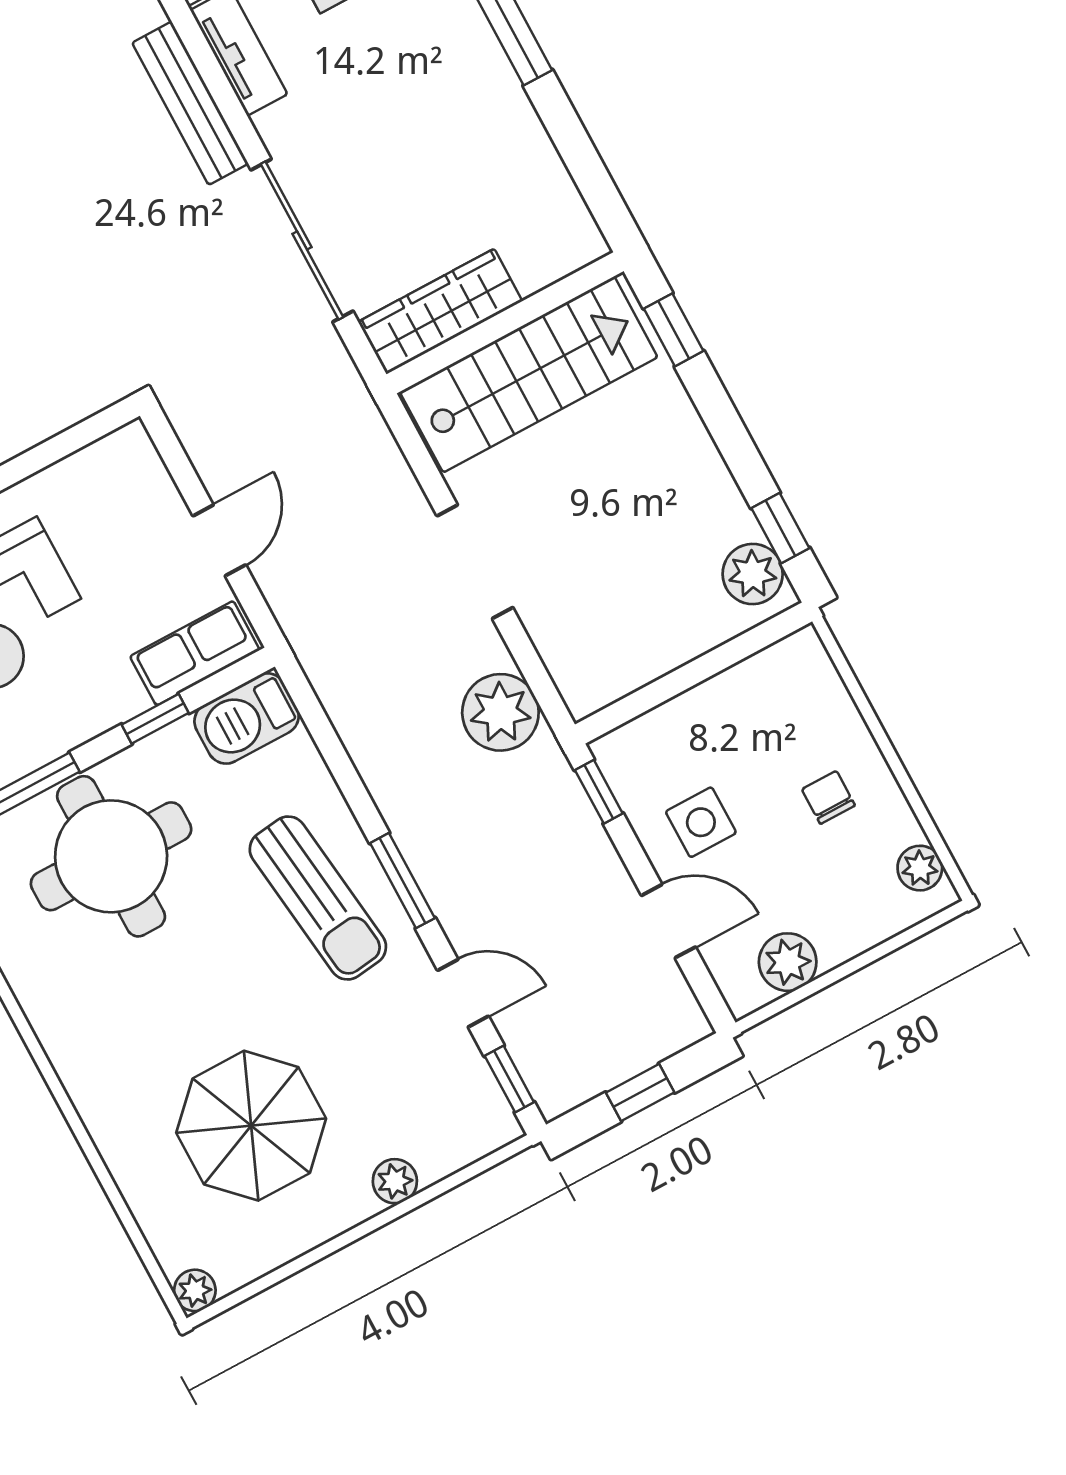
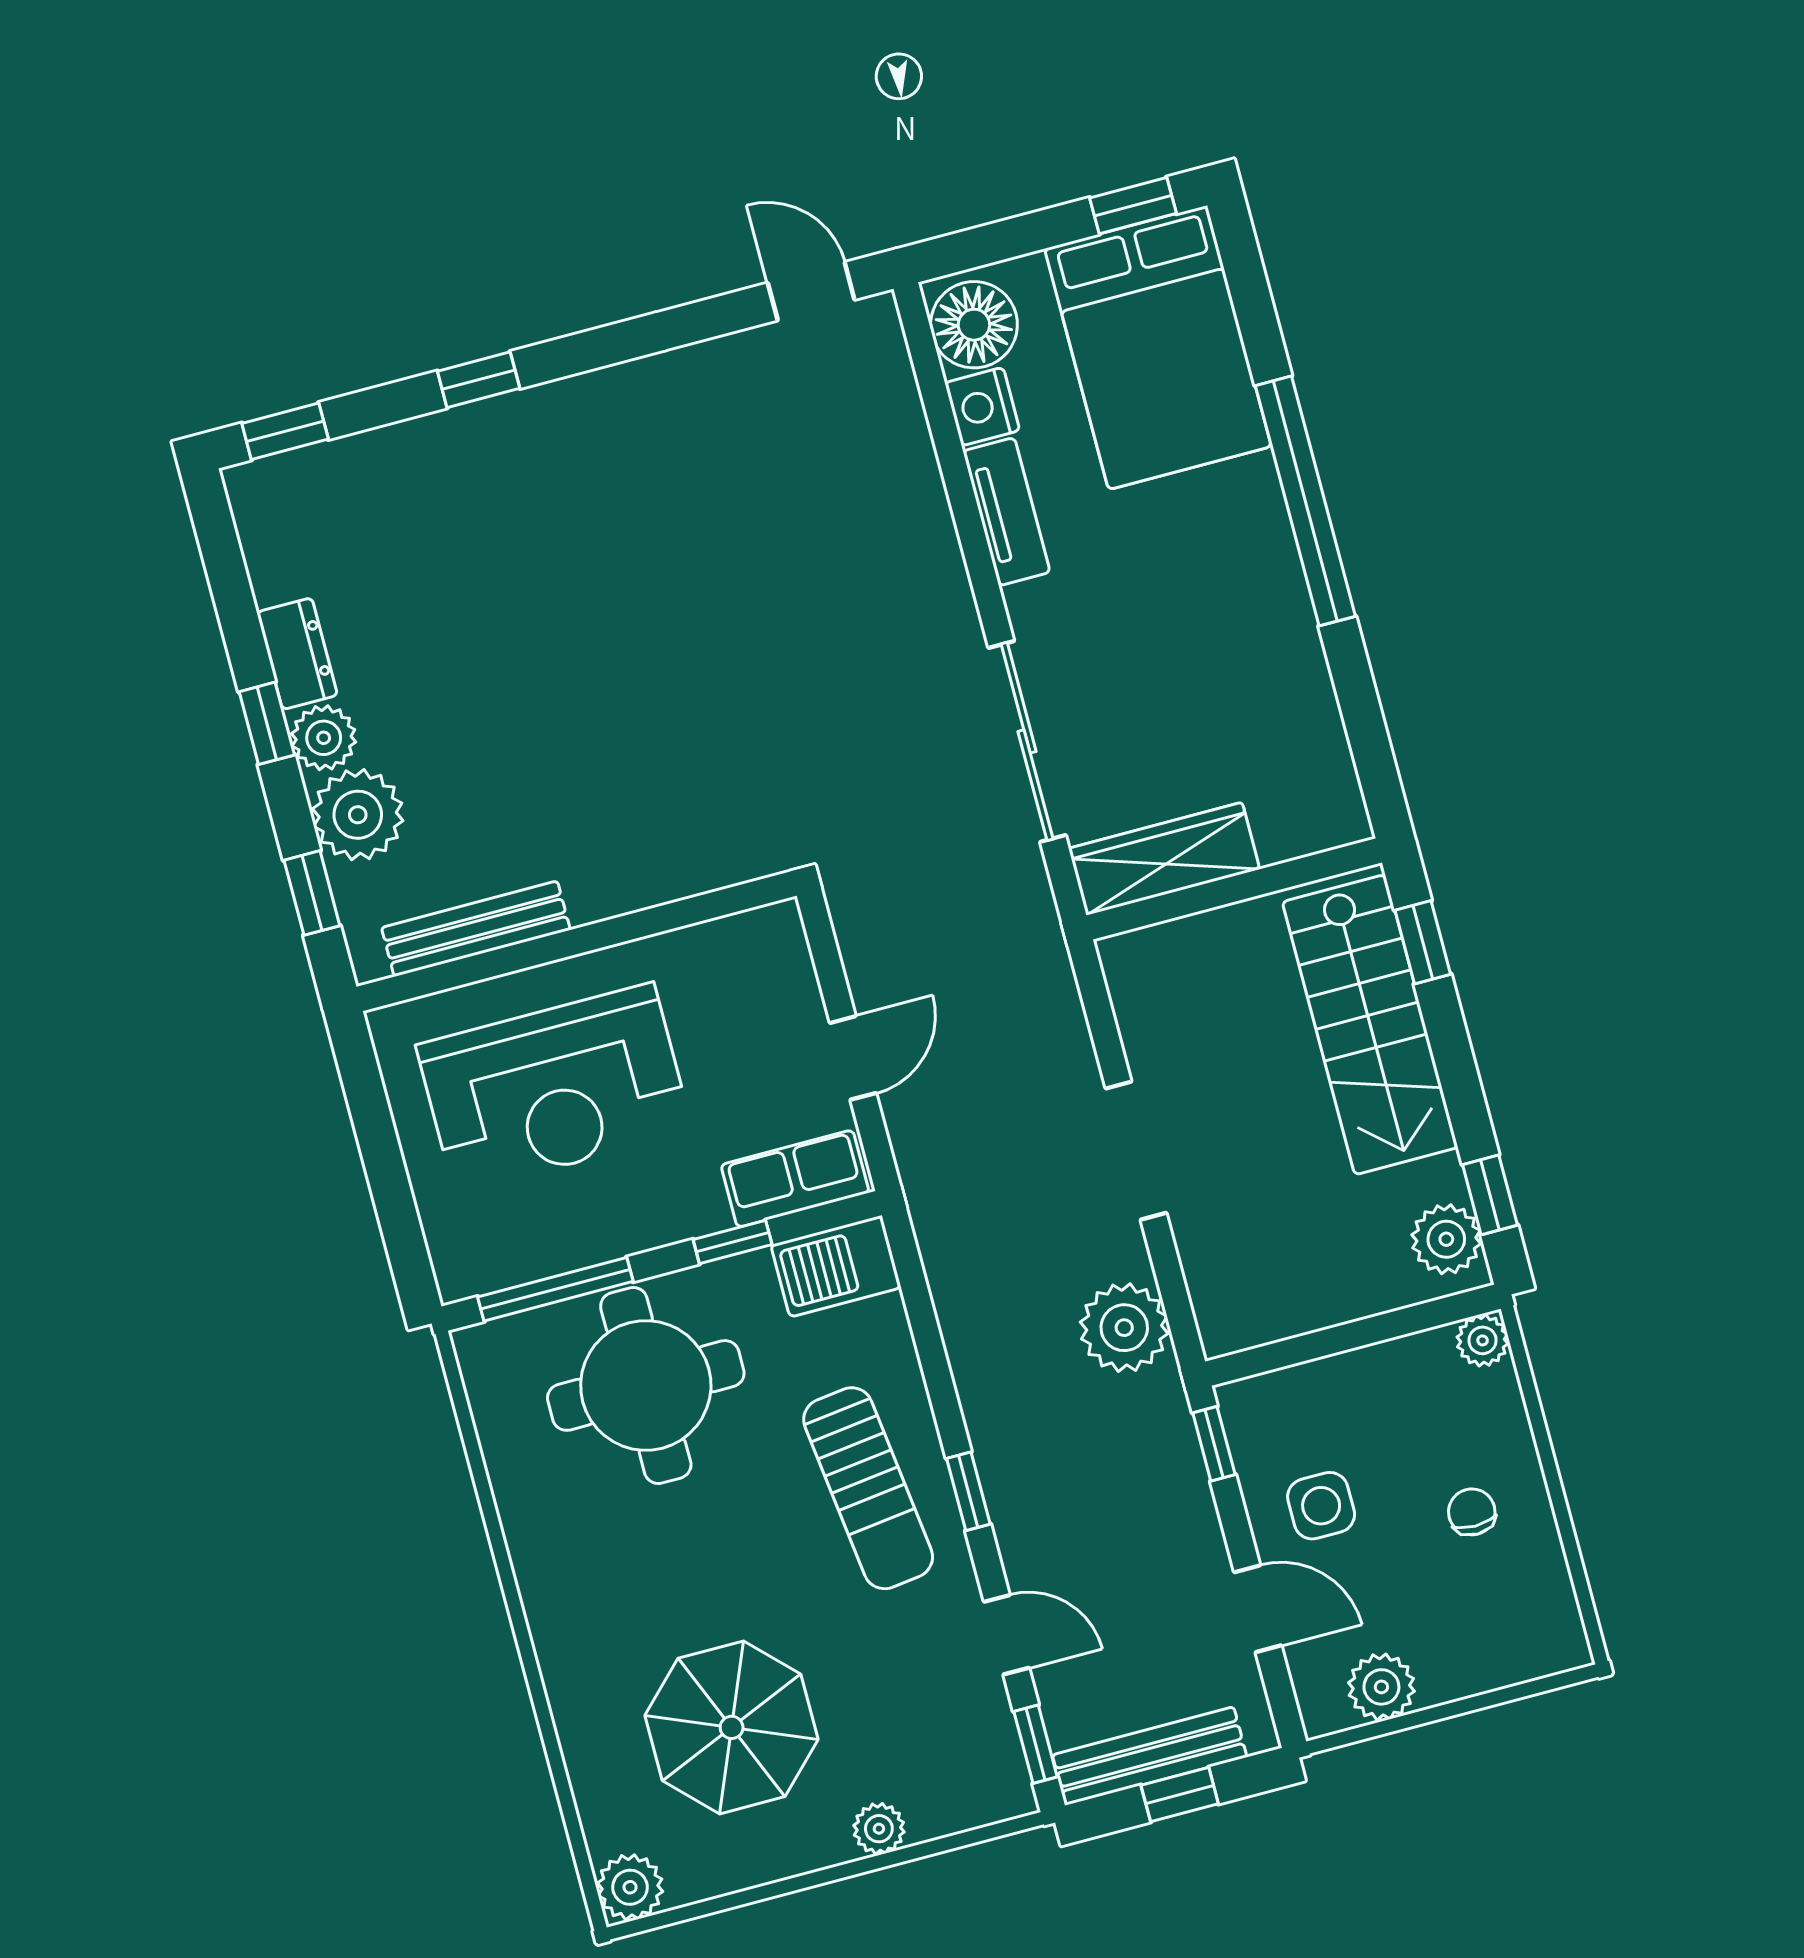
bench: (190, 103) -> (1150, 1756), moved, turned 90
stairs: (529, 374) -> (1370, 1025), moved, turned 90
plant: (920, 868) -> (1483, 1340), moved
window: (402, 881) -> (968, 1491), width x0.67
plant: (195, 1290) -> (630, 1887), width x1.38, depth x1.38

